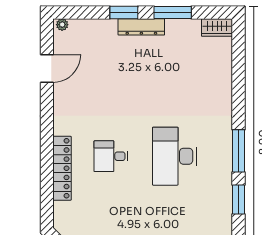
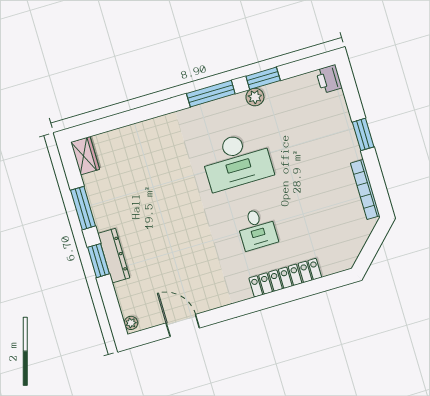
dresser: (141, 27) -> (114, 256), moved
plant: (224, 188) -> (255, 97), added

